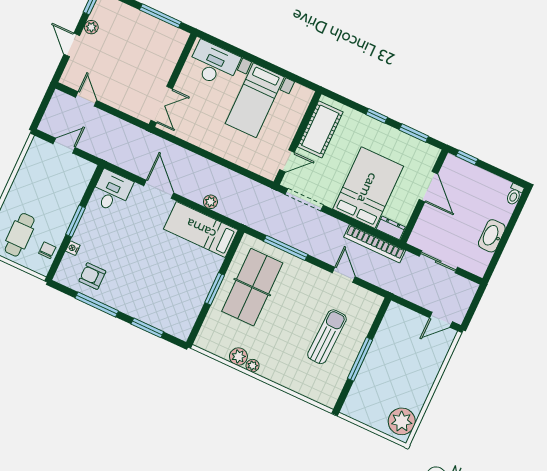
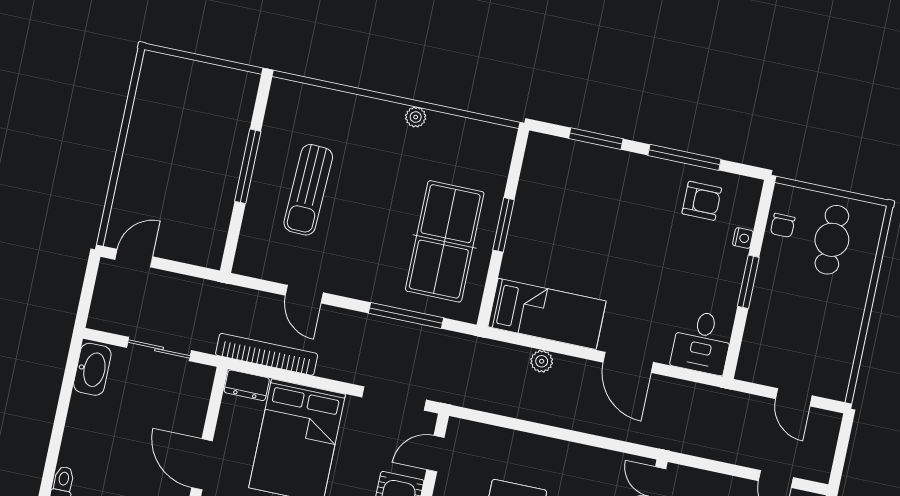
door: (64, 146) -> (794, 397), hinge flipped
washbasin: (492, 236) -> (92, 369), moved
plant: (238, 356) -> (441, 126), removed
plant: (402, 421) -> (159, 83), removed

